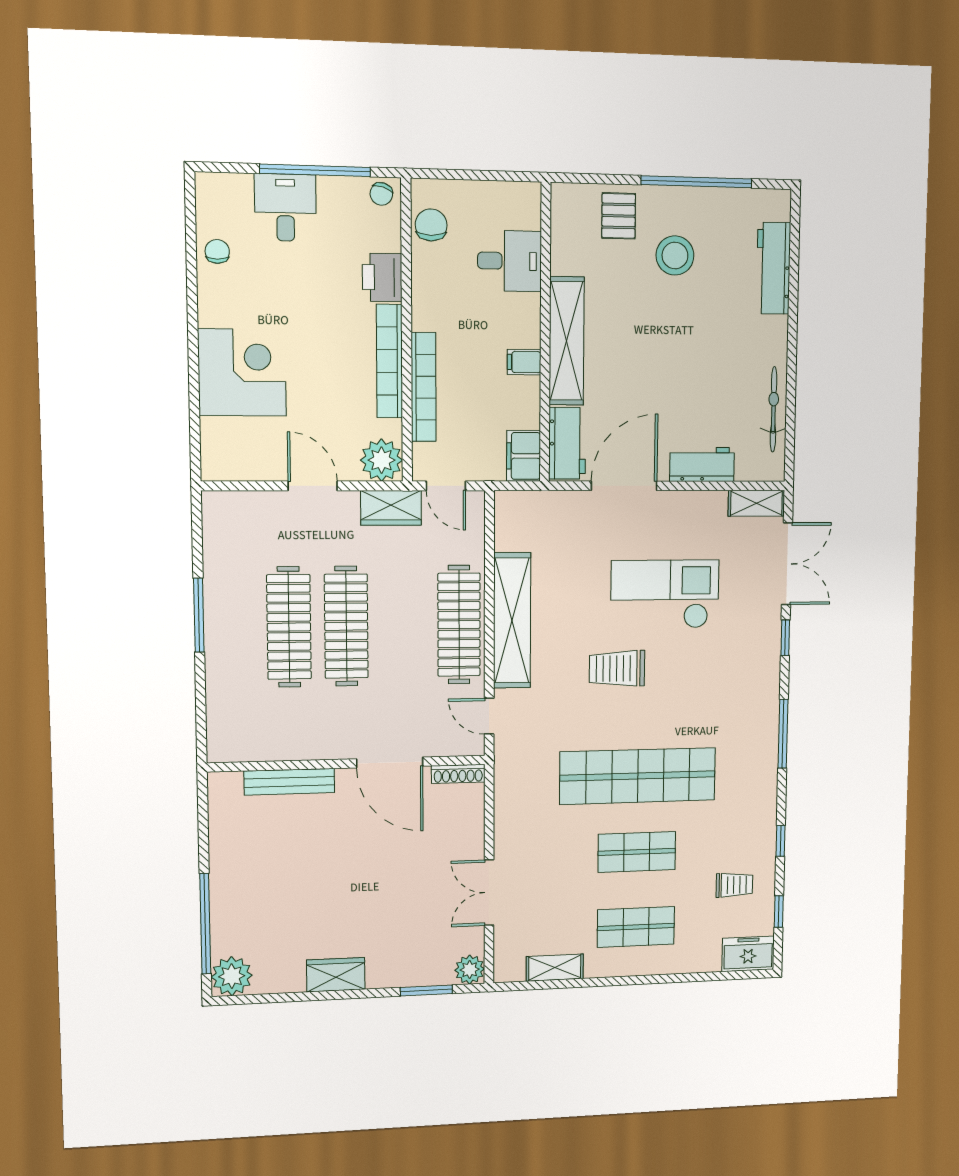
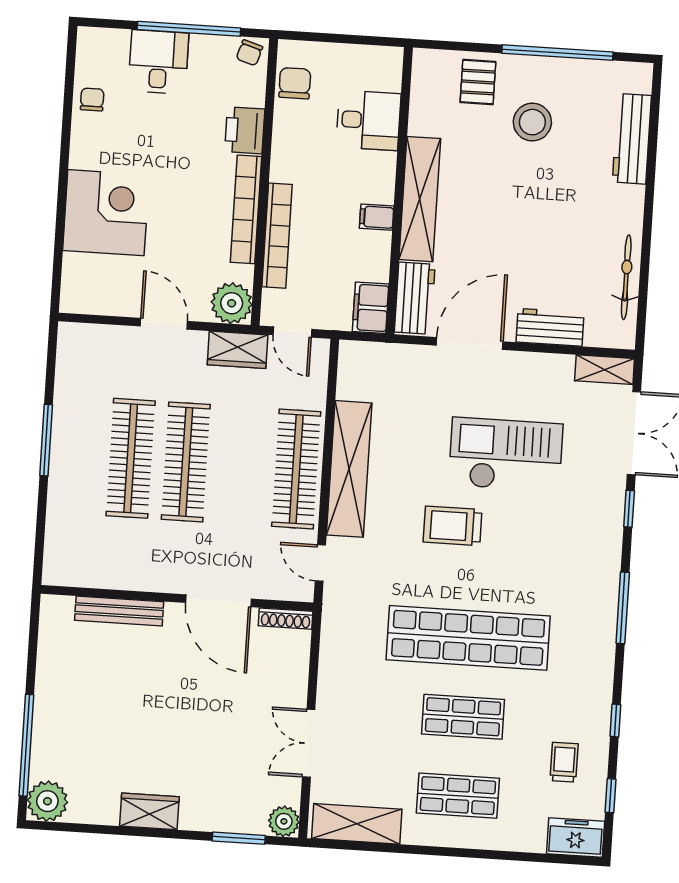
trolley: (734, 885) -> (564, 762), turned -90
shelving: (555, 968) -> (357, 824), width x1.50, depth x1.33

